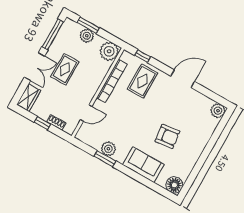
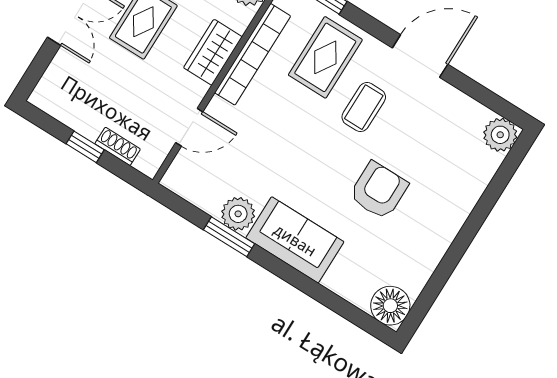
wardrobe: (29, 98) -> (213, 52), moved, turned 180
coffee table: (160, 101) -> (364, 107), added
armchair: (167, 136) -> (379, 190), turned -83
sofa: (143, 165) -> (295, 240), moved

